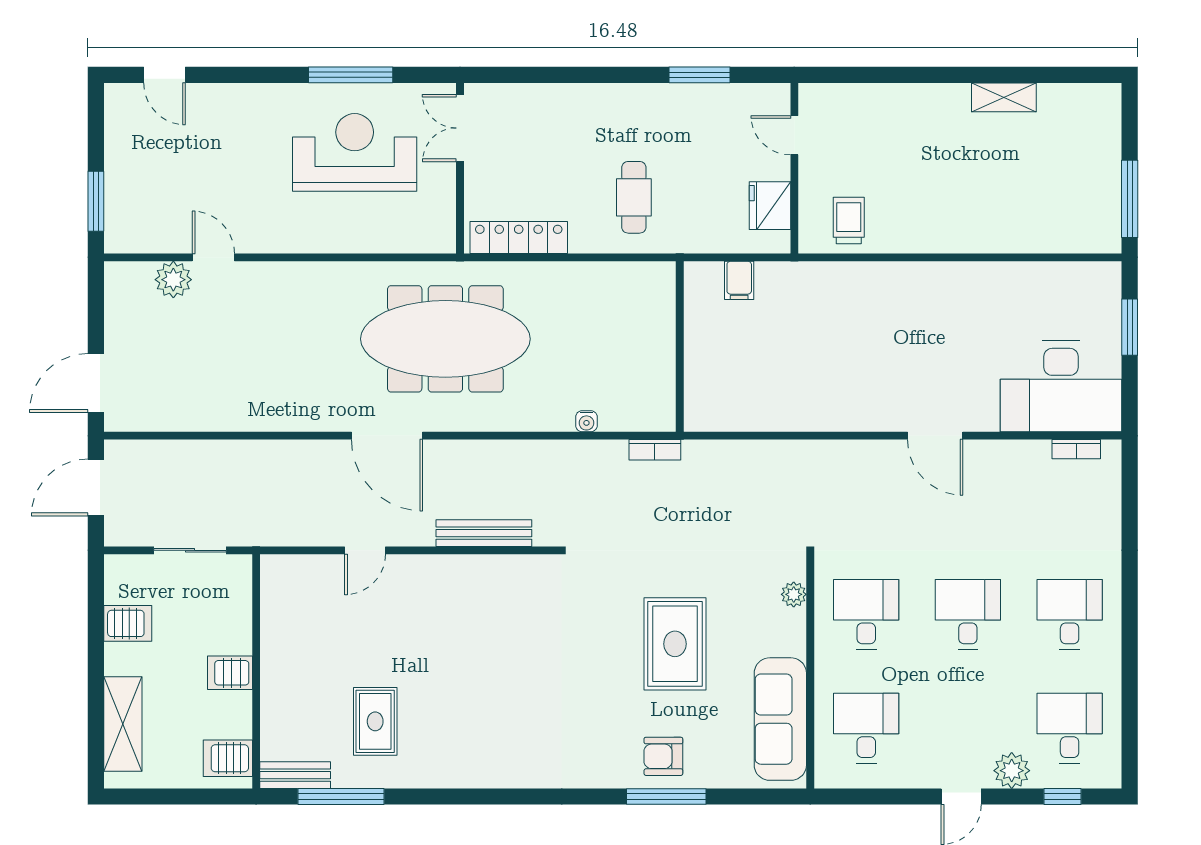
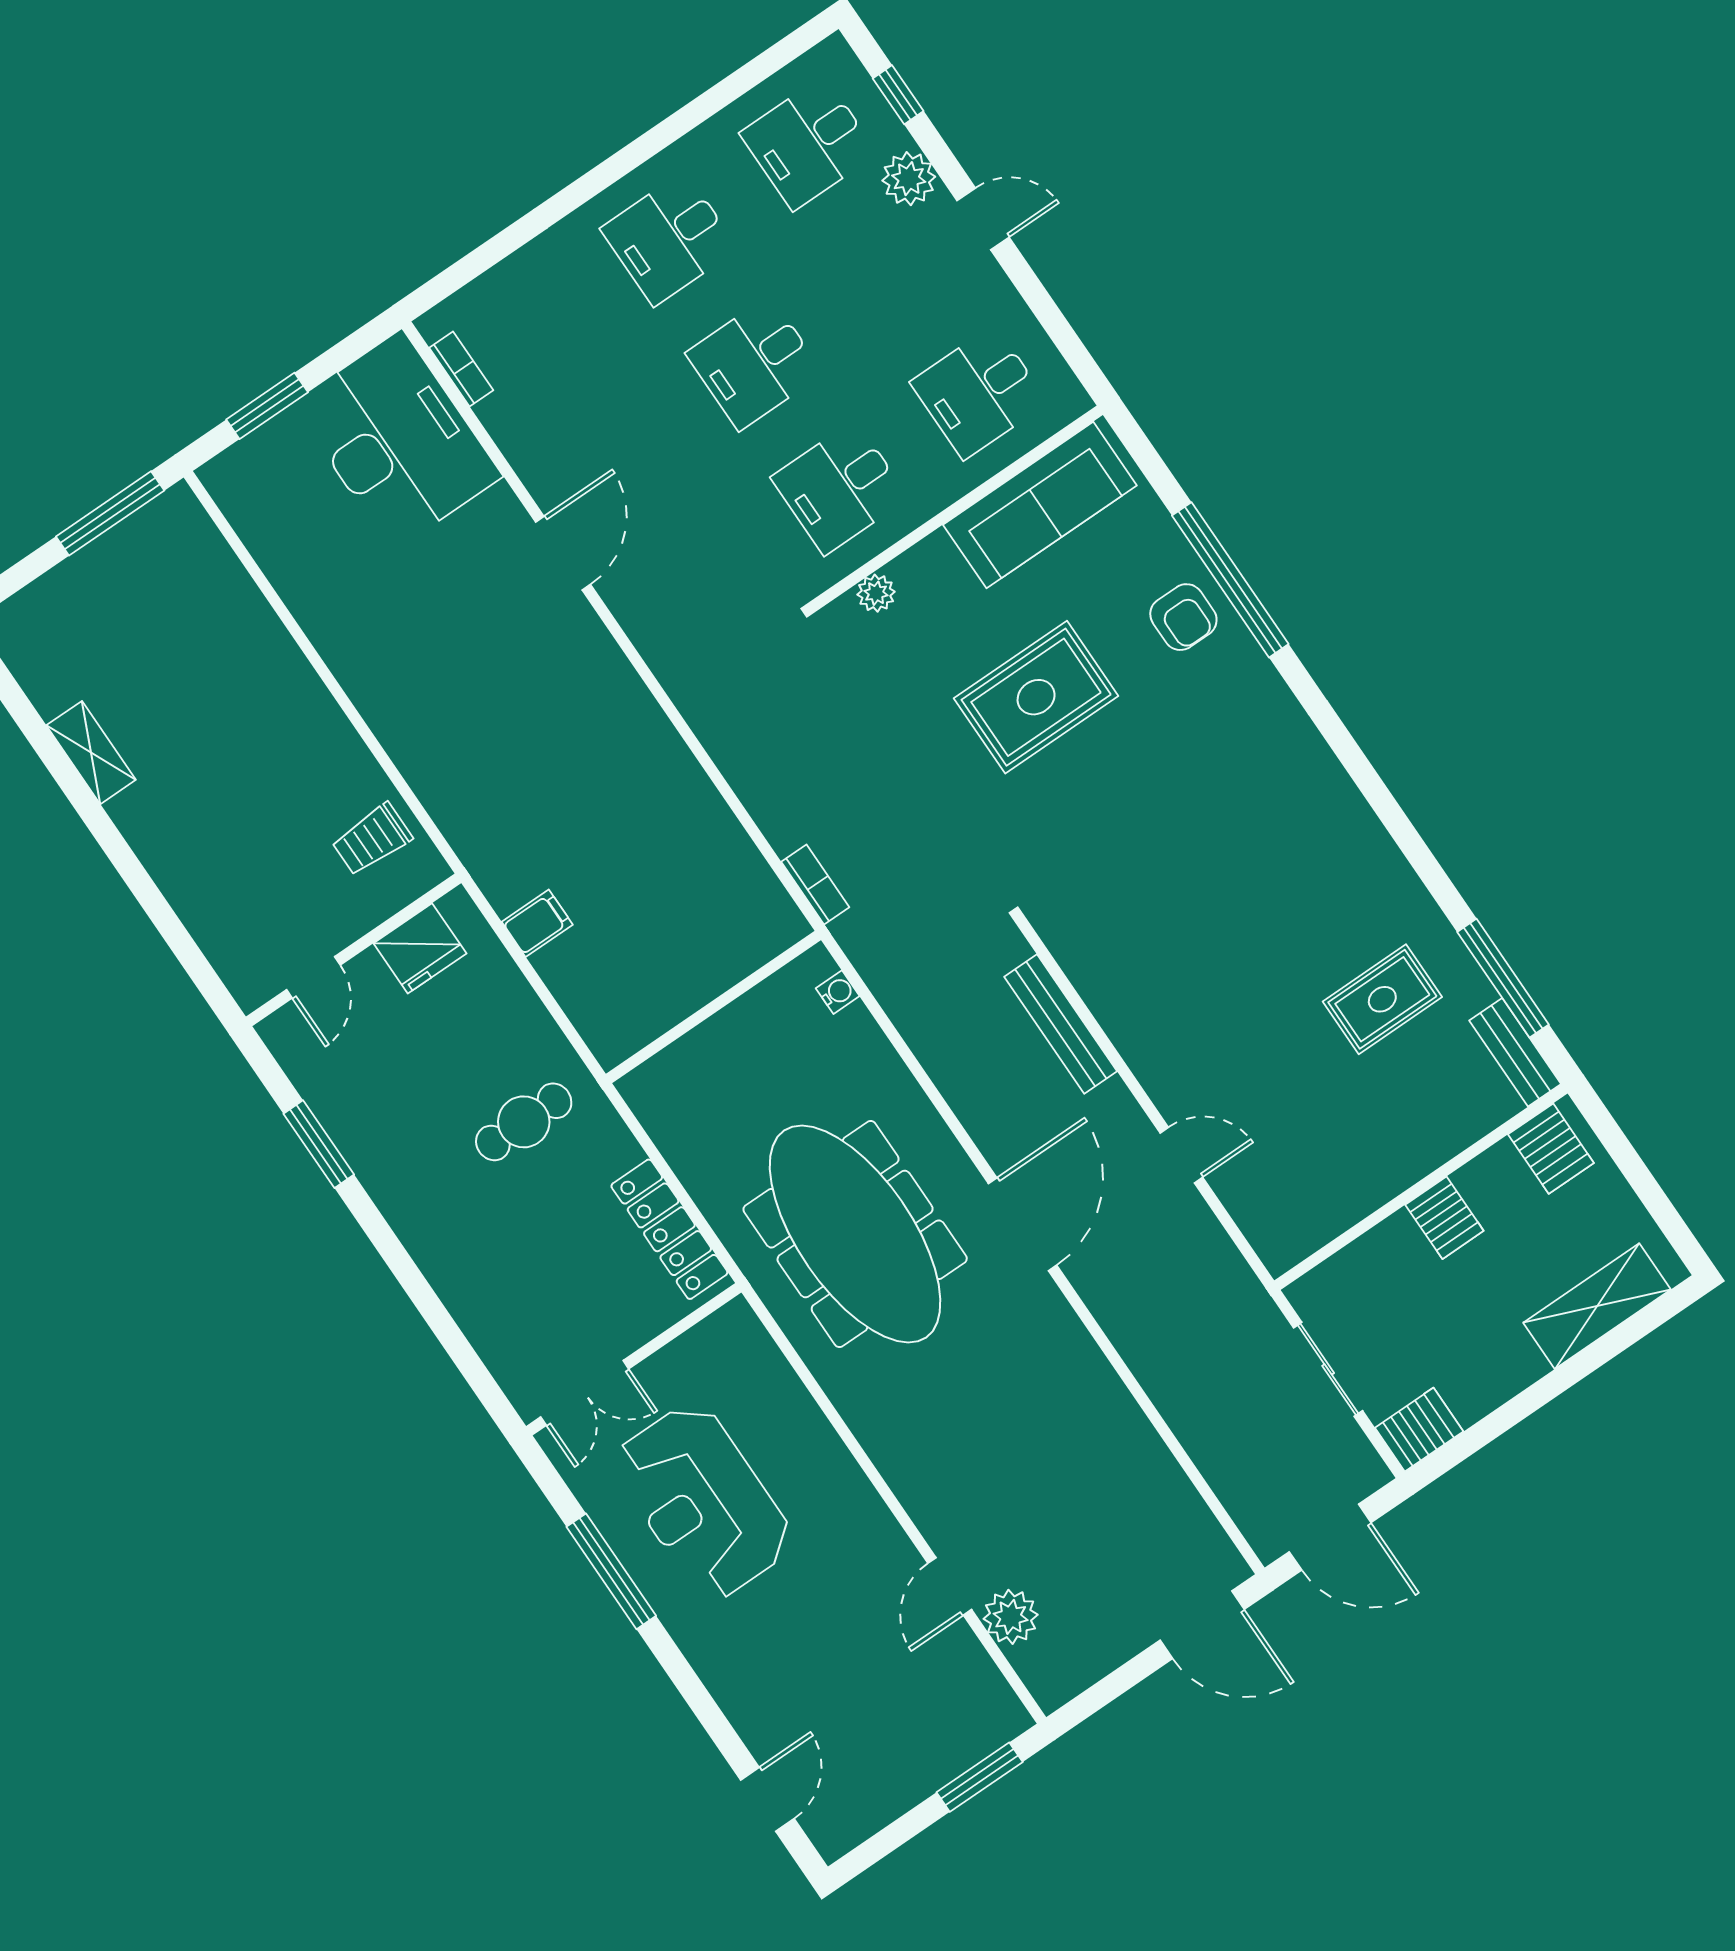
wall: (680, 347) -> (713, 1007), moved
server rack: (128, 623) -> (1419, 1430), moved, turned 90
window: (666, 797) -> (1230, 580), width x1.46

